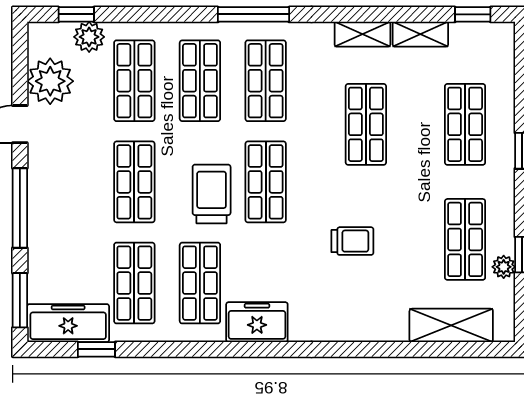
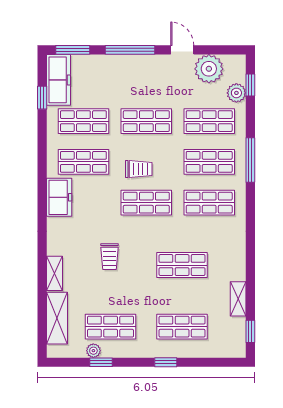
window: (254, 14) -> (250, 160), moved
shelving: (362, 34) -> (54, 273), moved
trolley: (212, 194) -> (139, 169), width x0.73, depth x0.72

